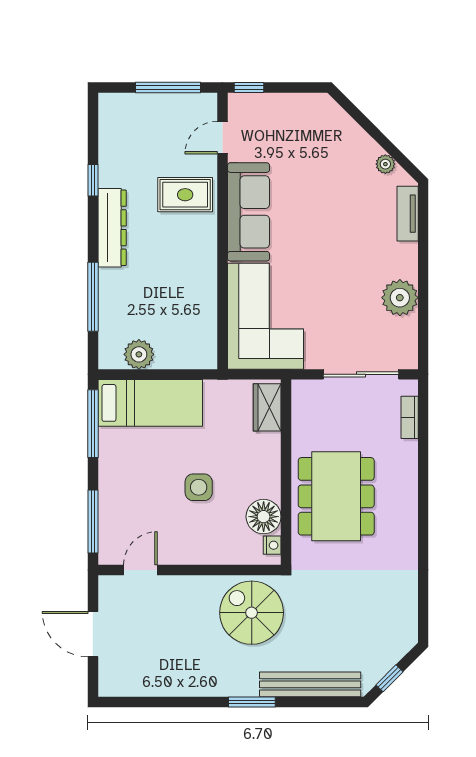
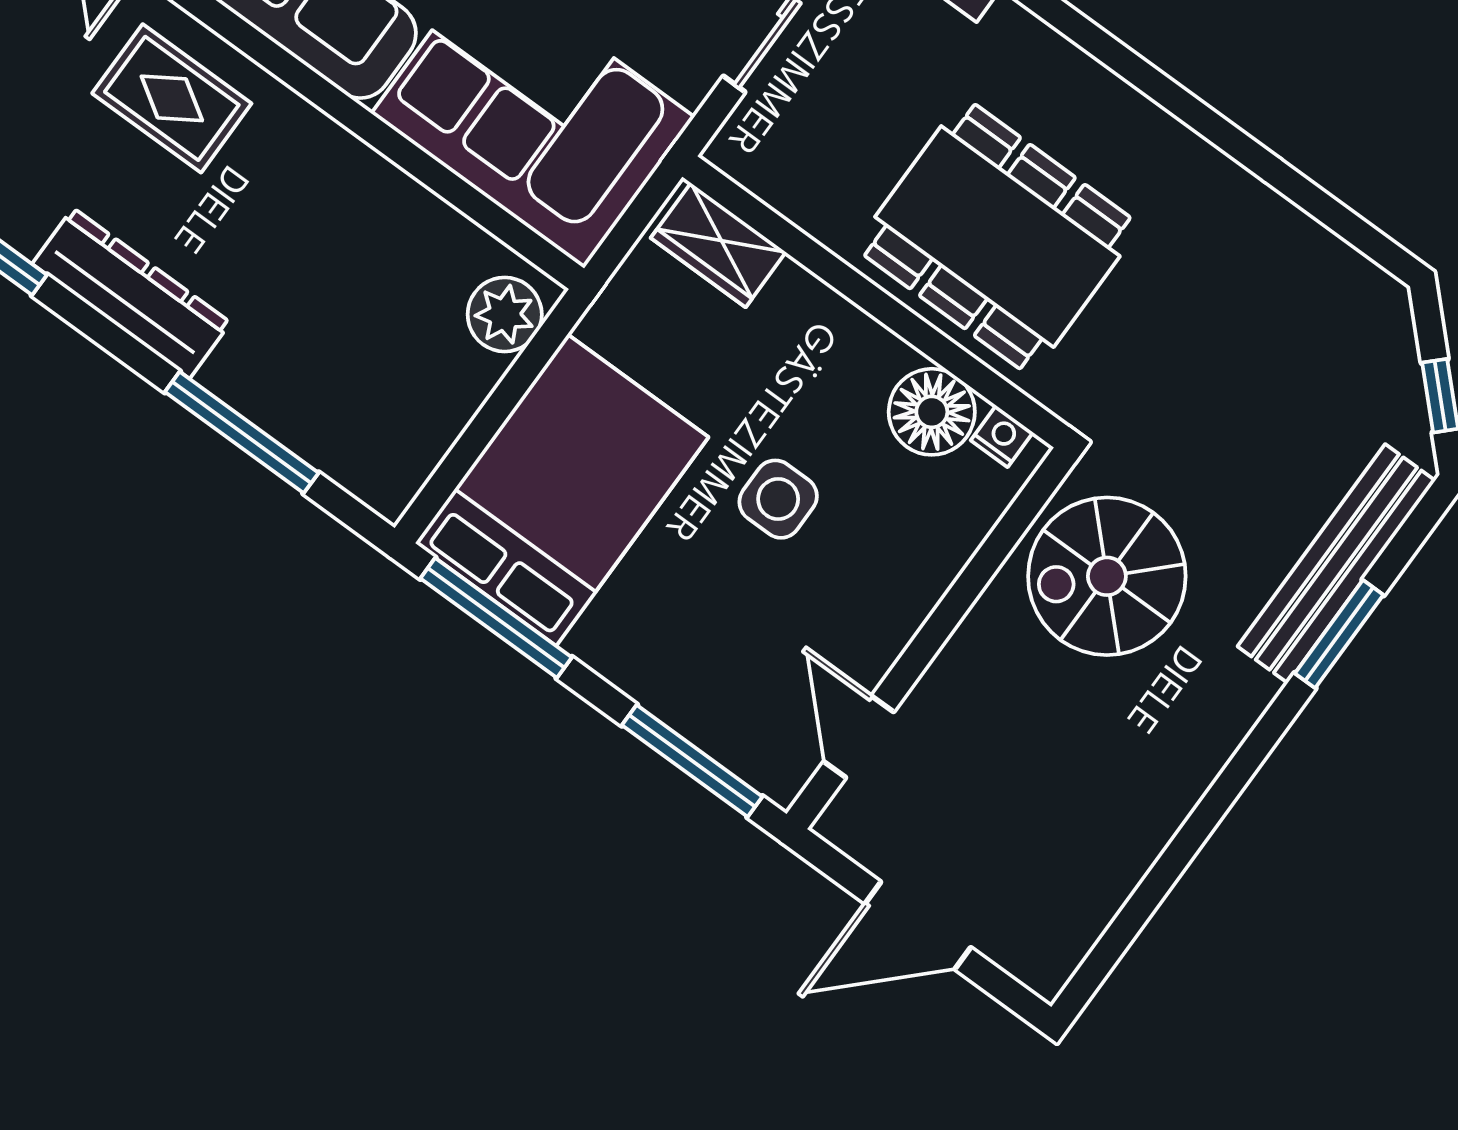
rug: (185, 195) -> (172, 98), turned 90
plant: (139, 354) -> (505, 314), moved
bed: (150, 403) -> (562, 490), width x1.50
window: (252, 702) -> (1339, 634), moved

